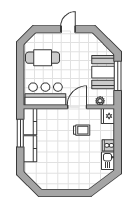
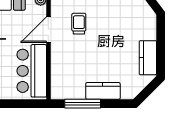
door: (77, 107) -> (48, 30), hinge flipped
kitchen counter: (30, 122) -> (148, 58), moved, turned -90

